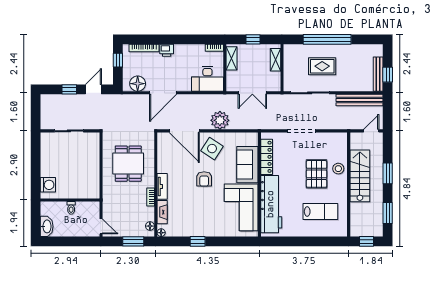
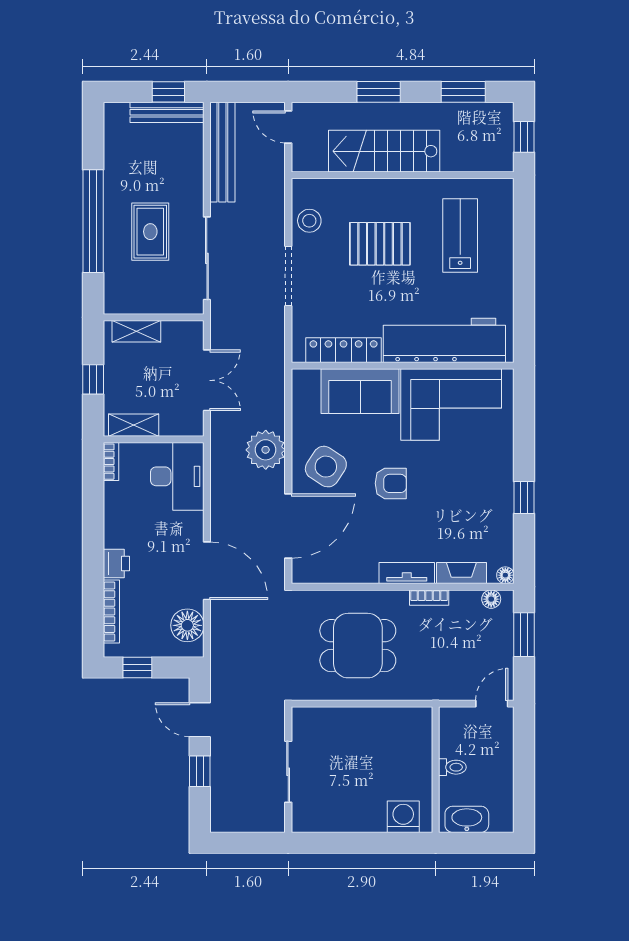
stool: (338, 169) -> (309, 221), moved
washbasin: (47, 226) -> (467, 819), moved

